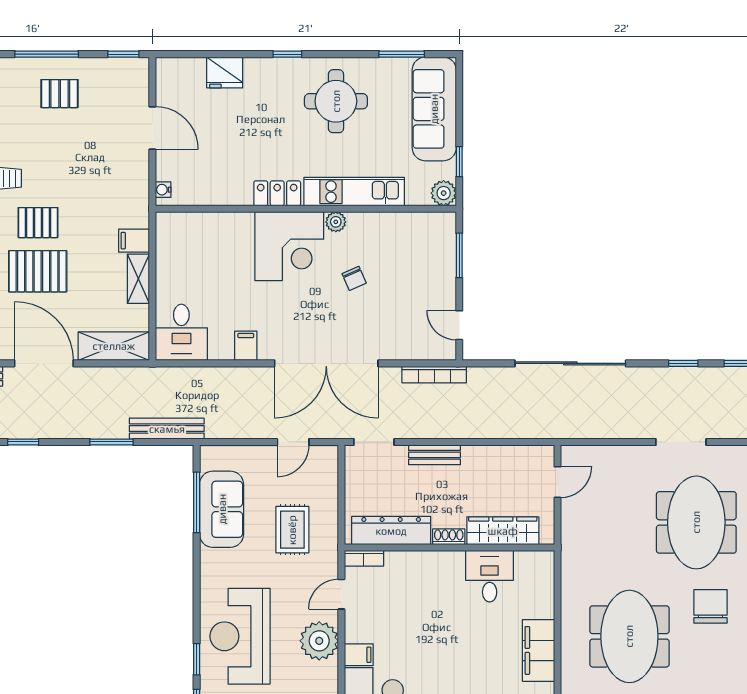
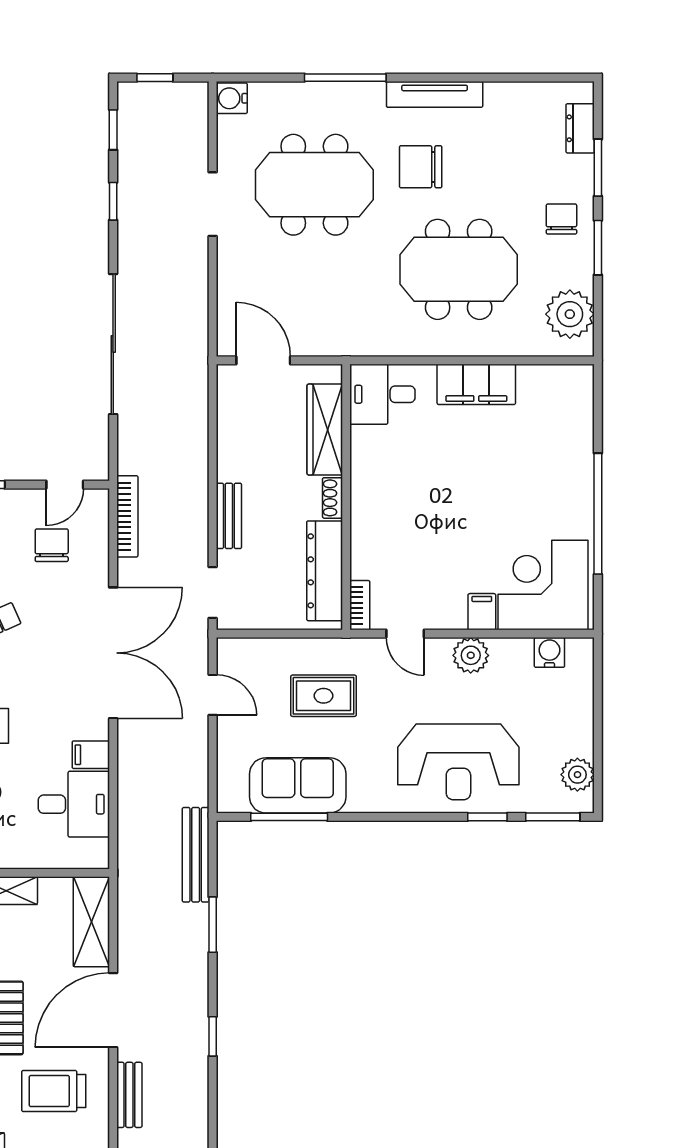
chair: (411, 315) -> (52, 545), added
desk: (181, 332) -> (74, 804), moved
door: (557, 482) -> (263, 360), width x1.38
desk: (490, 576) -> (382, 394), moved
plant: (319, 641) -> (471, 655), width x0.73, depth x0.73

